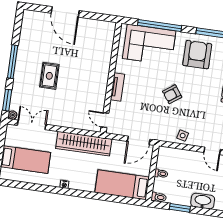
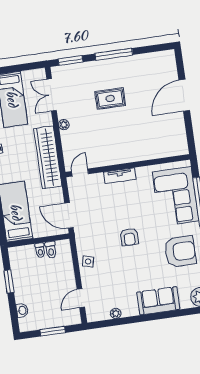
armchair: (172, 94) -> (129, 237), turned -144
plant: (13, 115) -> (64, 125), moved
double door: (32, 125) -> (52, 95), swing flipped
toilet: (159, 197) -> (51, 250), moved
washbasin: (203, 201) -> (22, 310), width x0.52, depth x0.69

